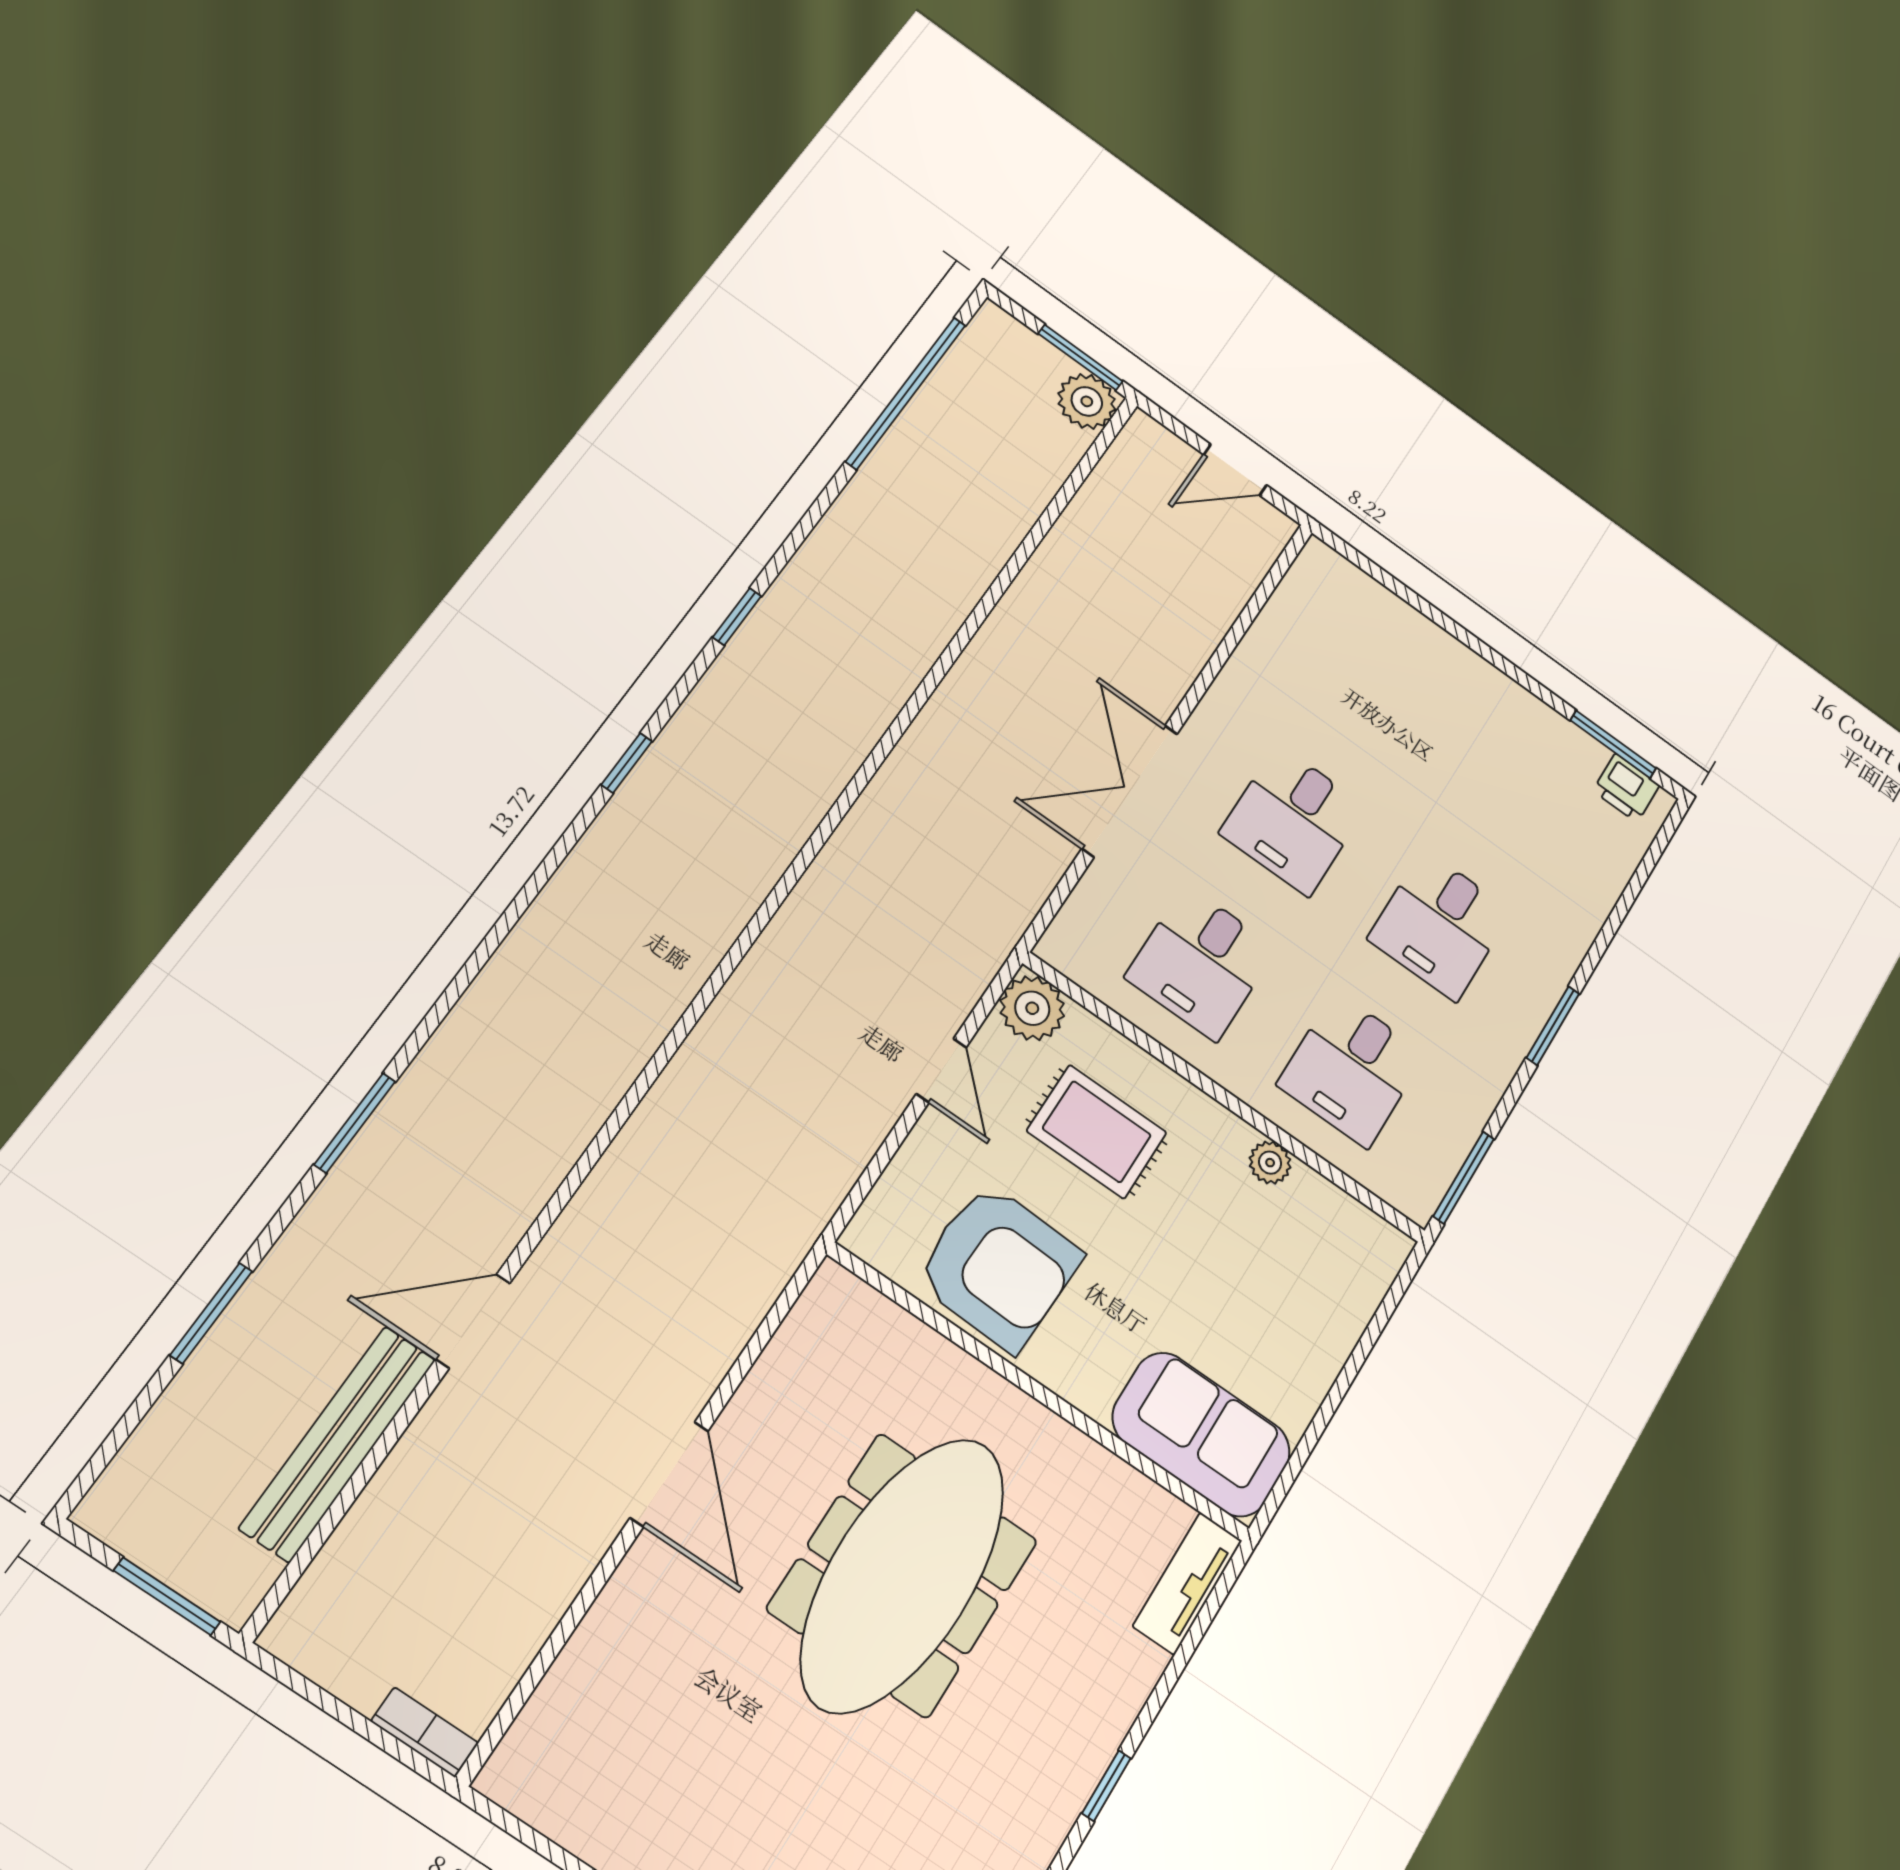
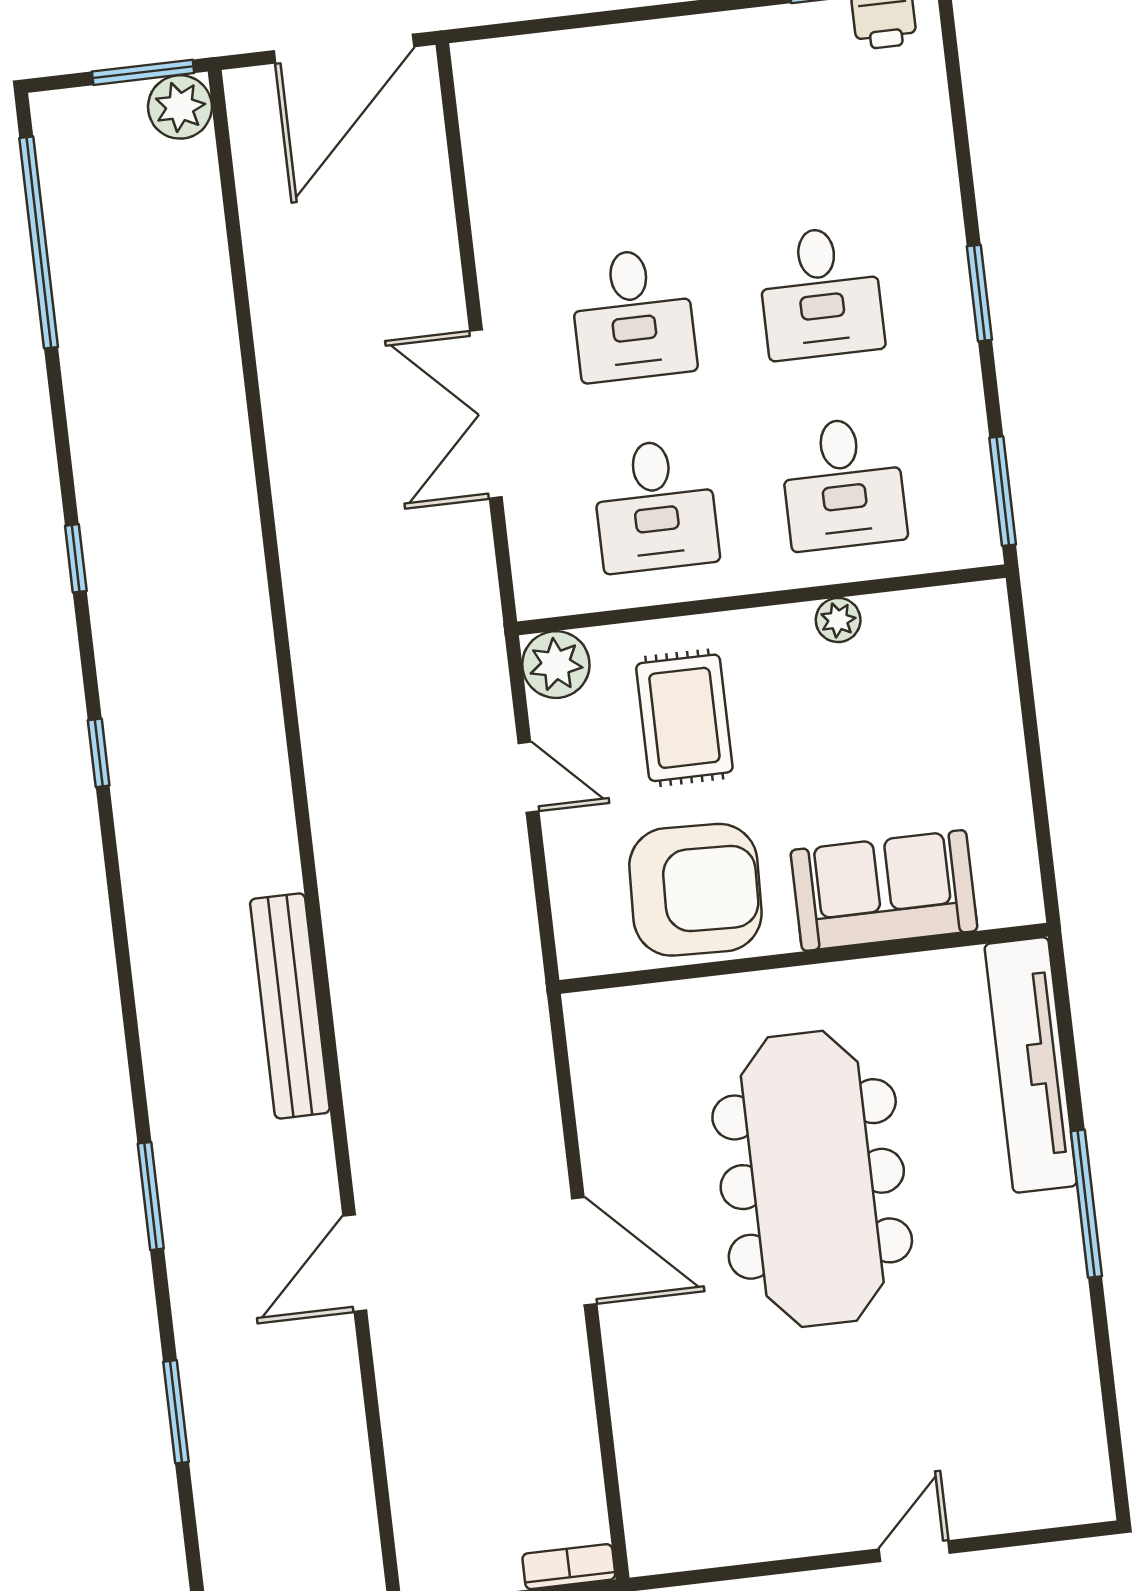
door: (1235, 470) -> (344, 49), width x1.87
rug: (1097, 1132) -> (684, 718), turned 90
sofa: (1202, 1434) -> (884, 891), moved
bench: (338, 1443) -> (290, 1006), moved
tv unit: (1188, 1583) -> (1031, 1065), width x1.92, depth x1.29
window: (1106, 1786) -> (1086, 1204), width x2.17

